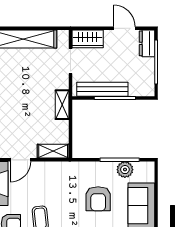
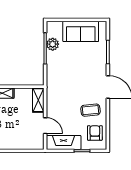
armchair: (98, 199) -> (75, 65), removed

